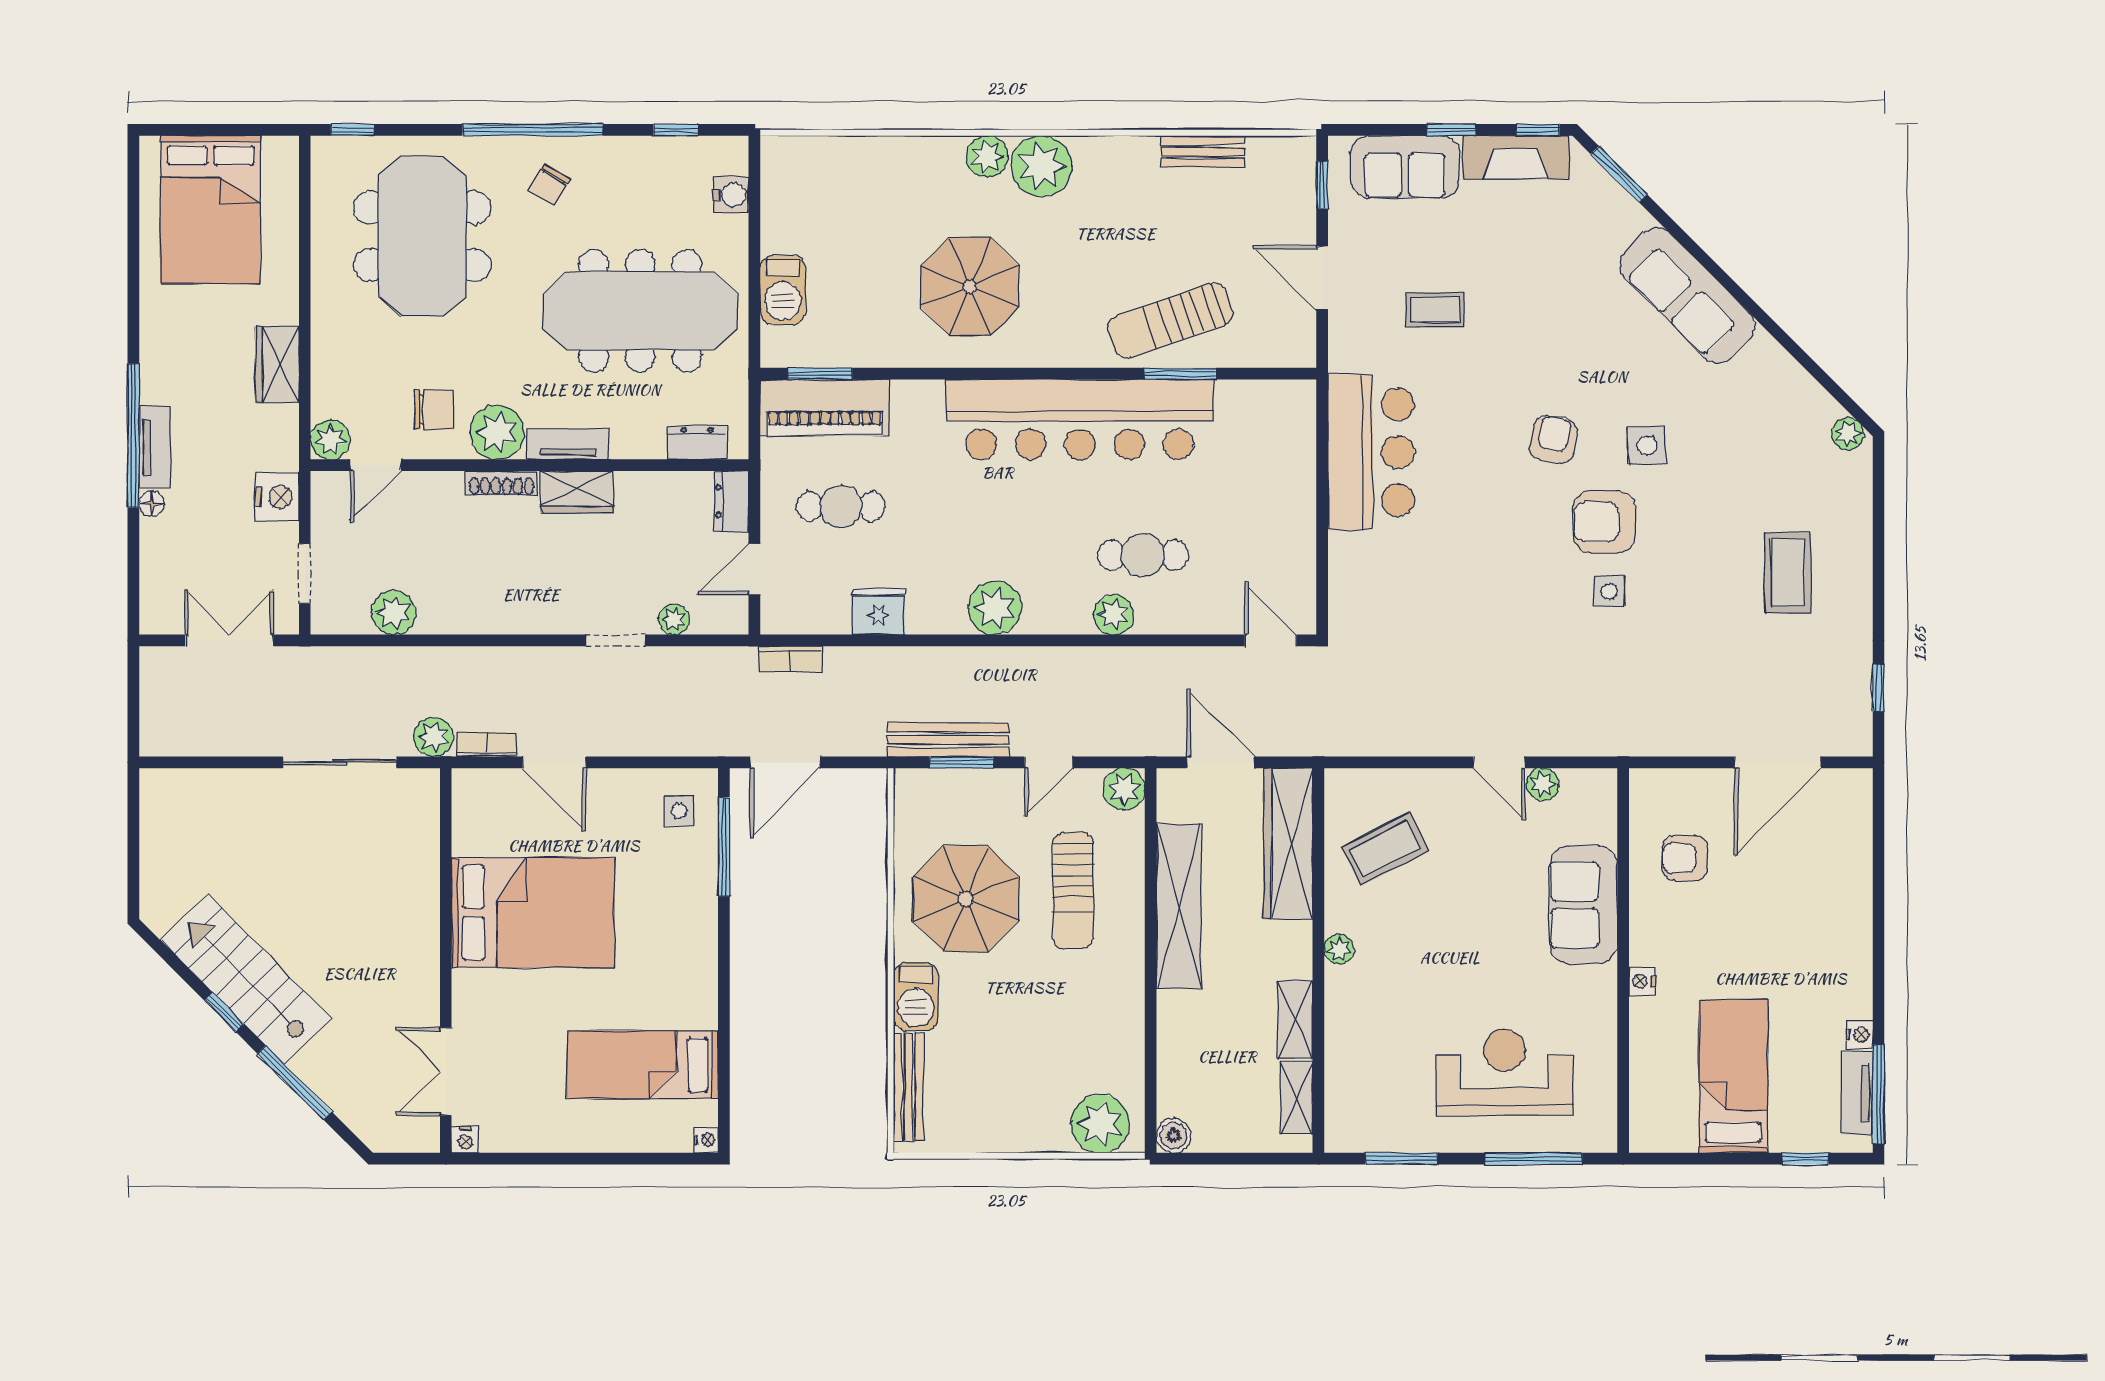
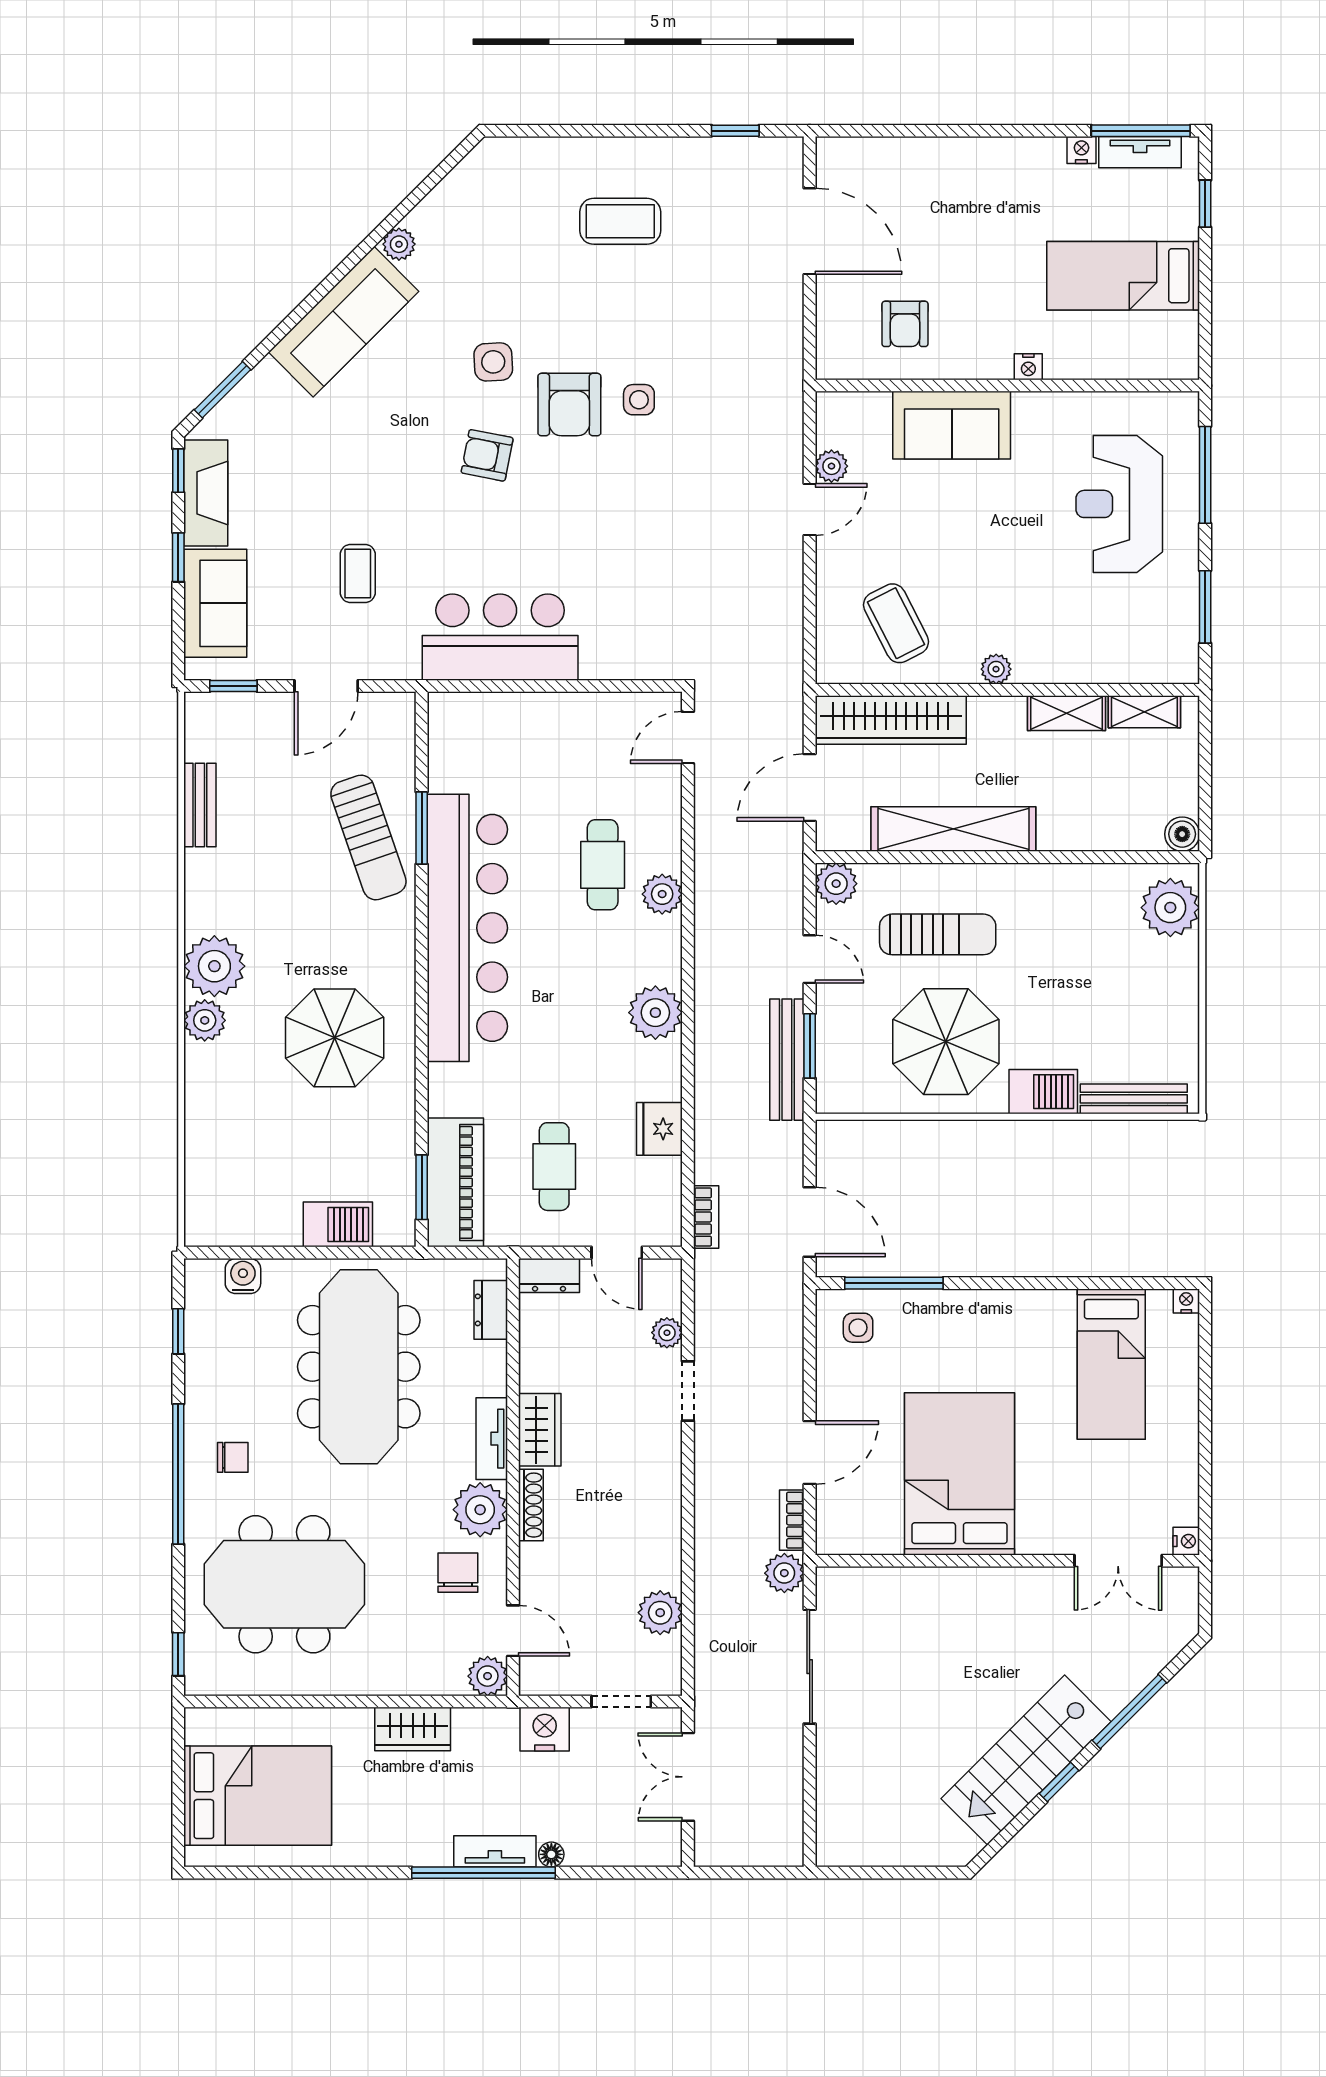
chair: (549, 184) -> (233, 1457), turned -31
plant: (1848, 434) -> (399, 244), moved

